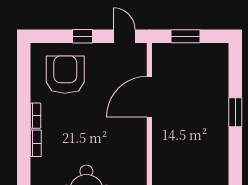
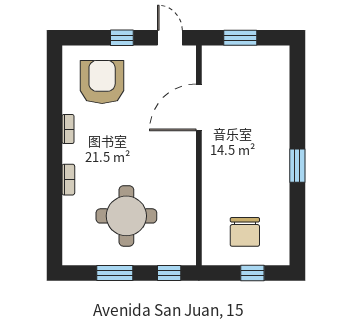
window: (235, 112) -> (297, 166), moved
bookcase: (36, 143) -> (68, 180), moved

